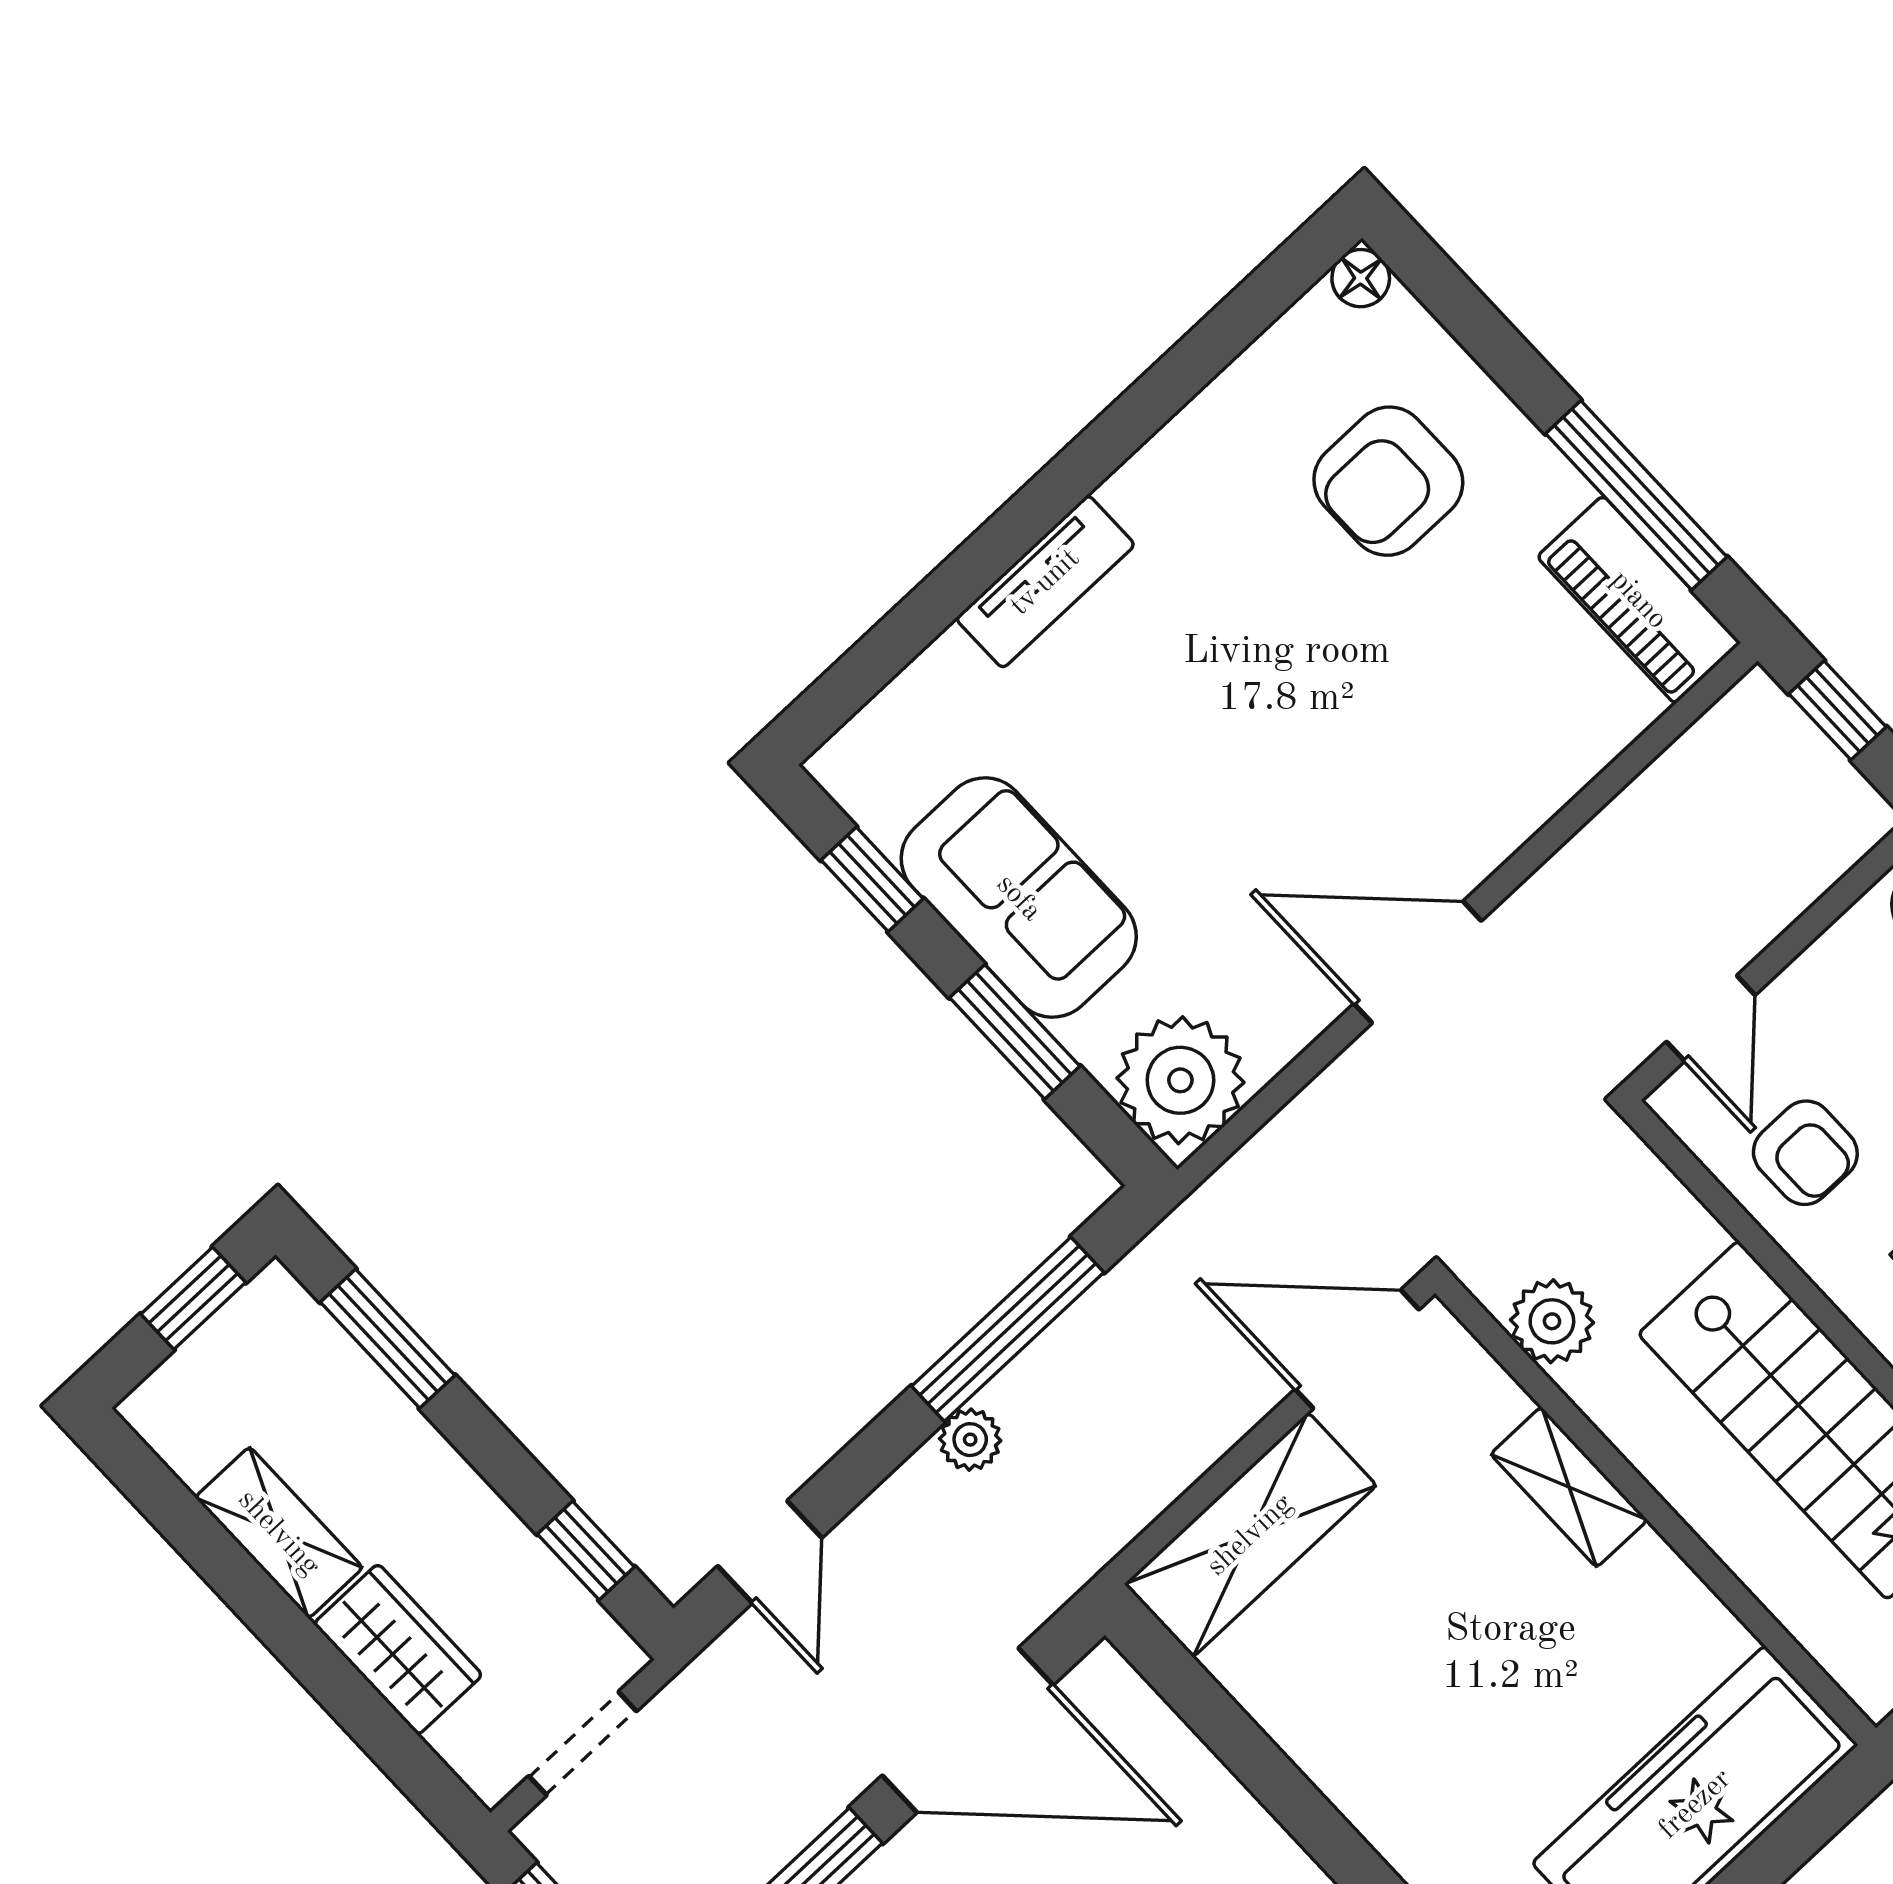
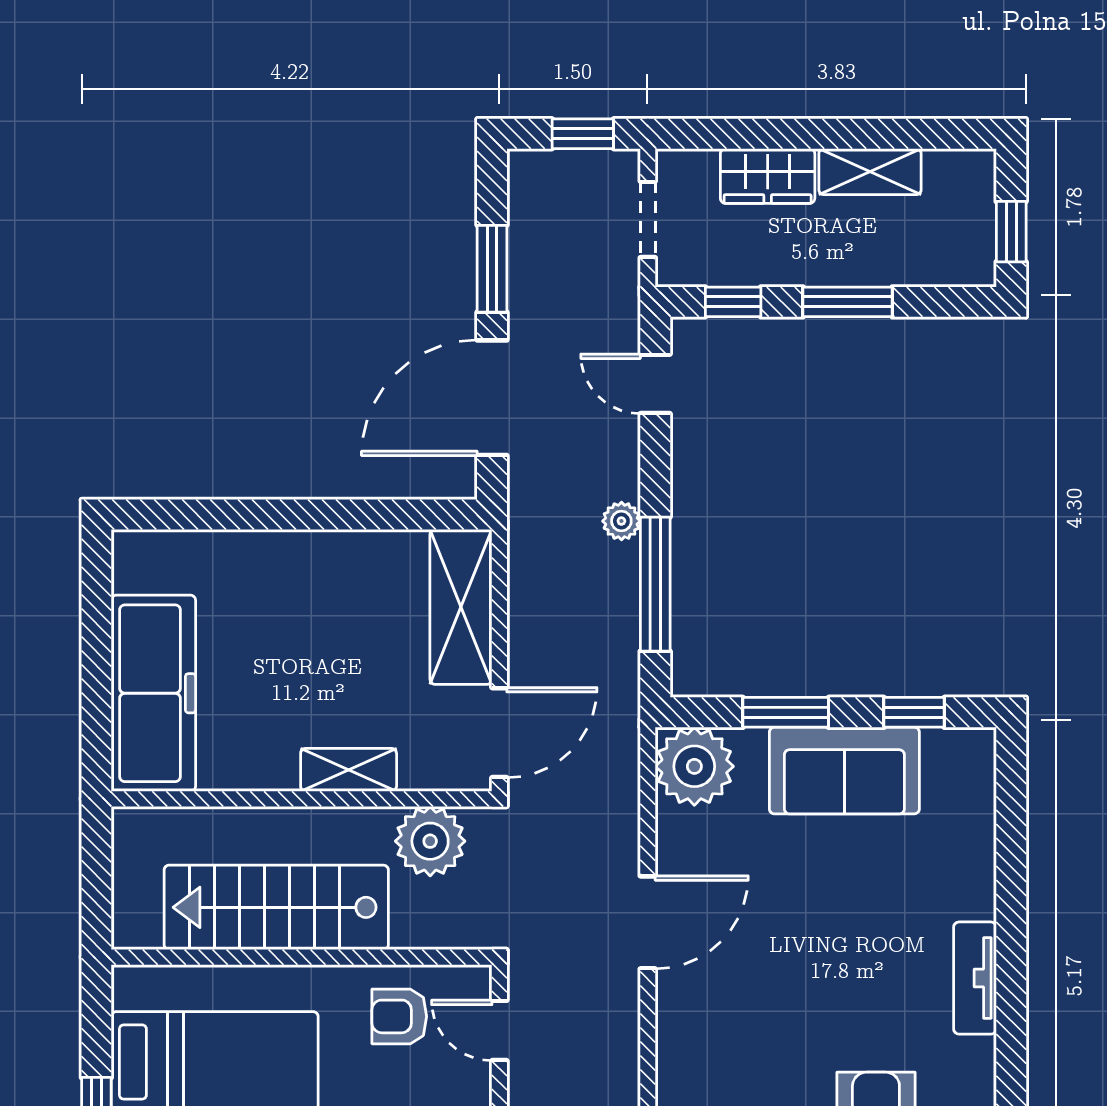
tv unit: (1045, 582) -> (975, 978), moved
plant: (1552, 1321) -> (430, 841), width x1.36, depth x1.36
window: (388, 1339) -> (848, 302), moved

